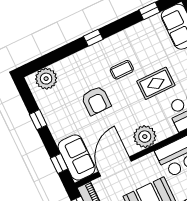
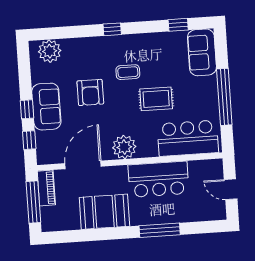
window: (38, 120) -> (27, 109), moved
sofa: (77, 157) -> (46, 107), moved

